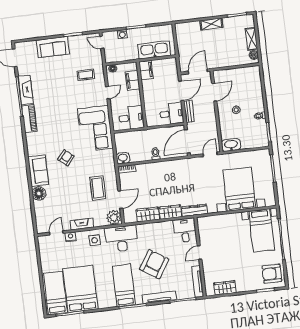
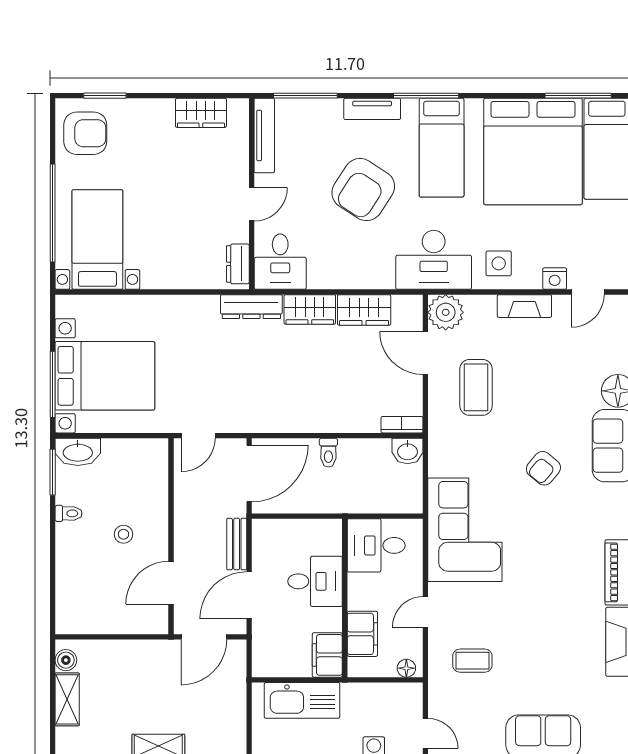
desk: (172, 114) -> (315, 581), moved, turned 180
washbasin: (231, 145) -> (78, 452), moved
bed with nightstands: (239, 189) -> (105, 376), moved, turned -90
door: (120, 200) -> (425, 353), hinge flipped
dresser: (202, 227) -> (238, 264), added
bed: (80, 289) -> (533, 151), width x1.36
tv unit: (159, 297) -> (372, 109), width x0.71

